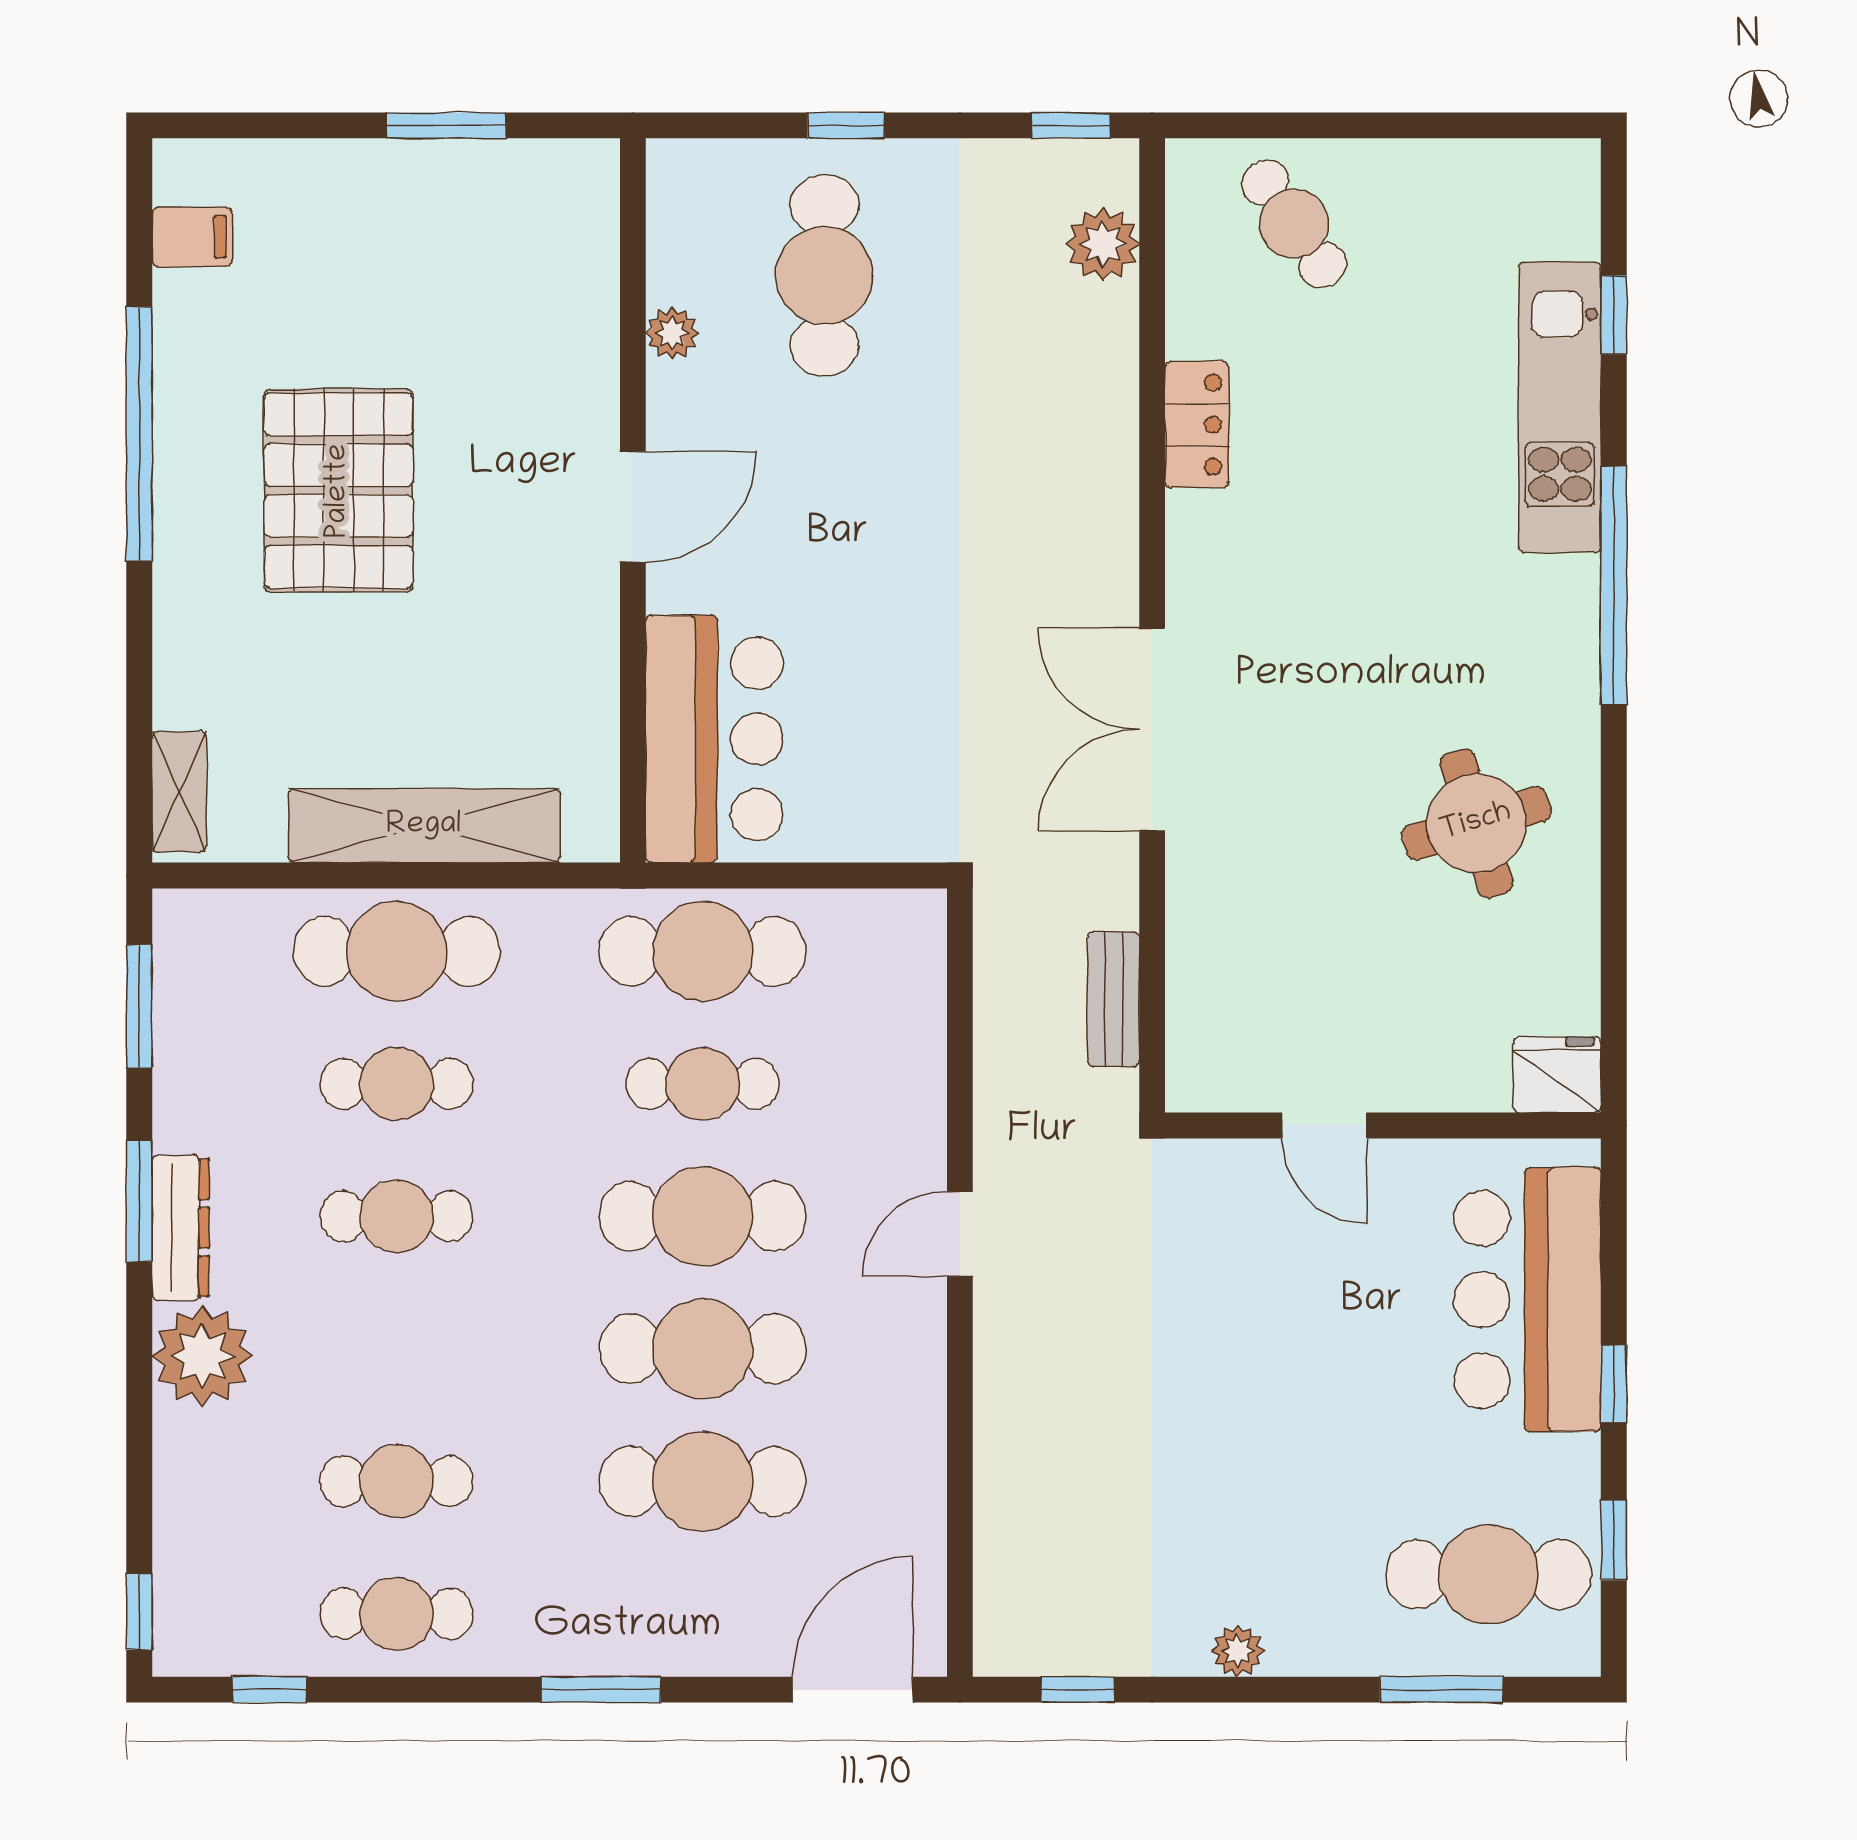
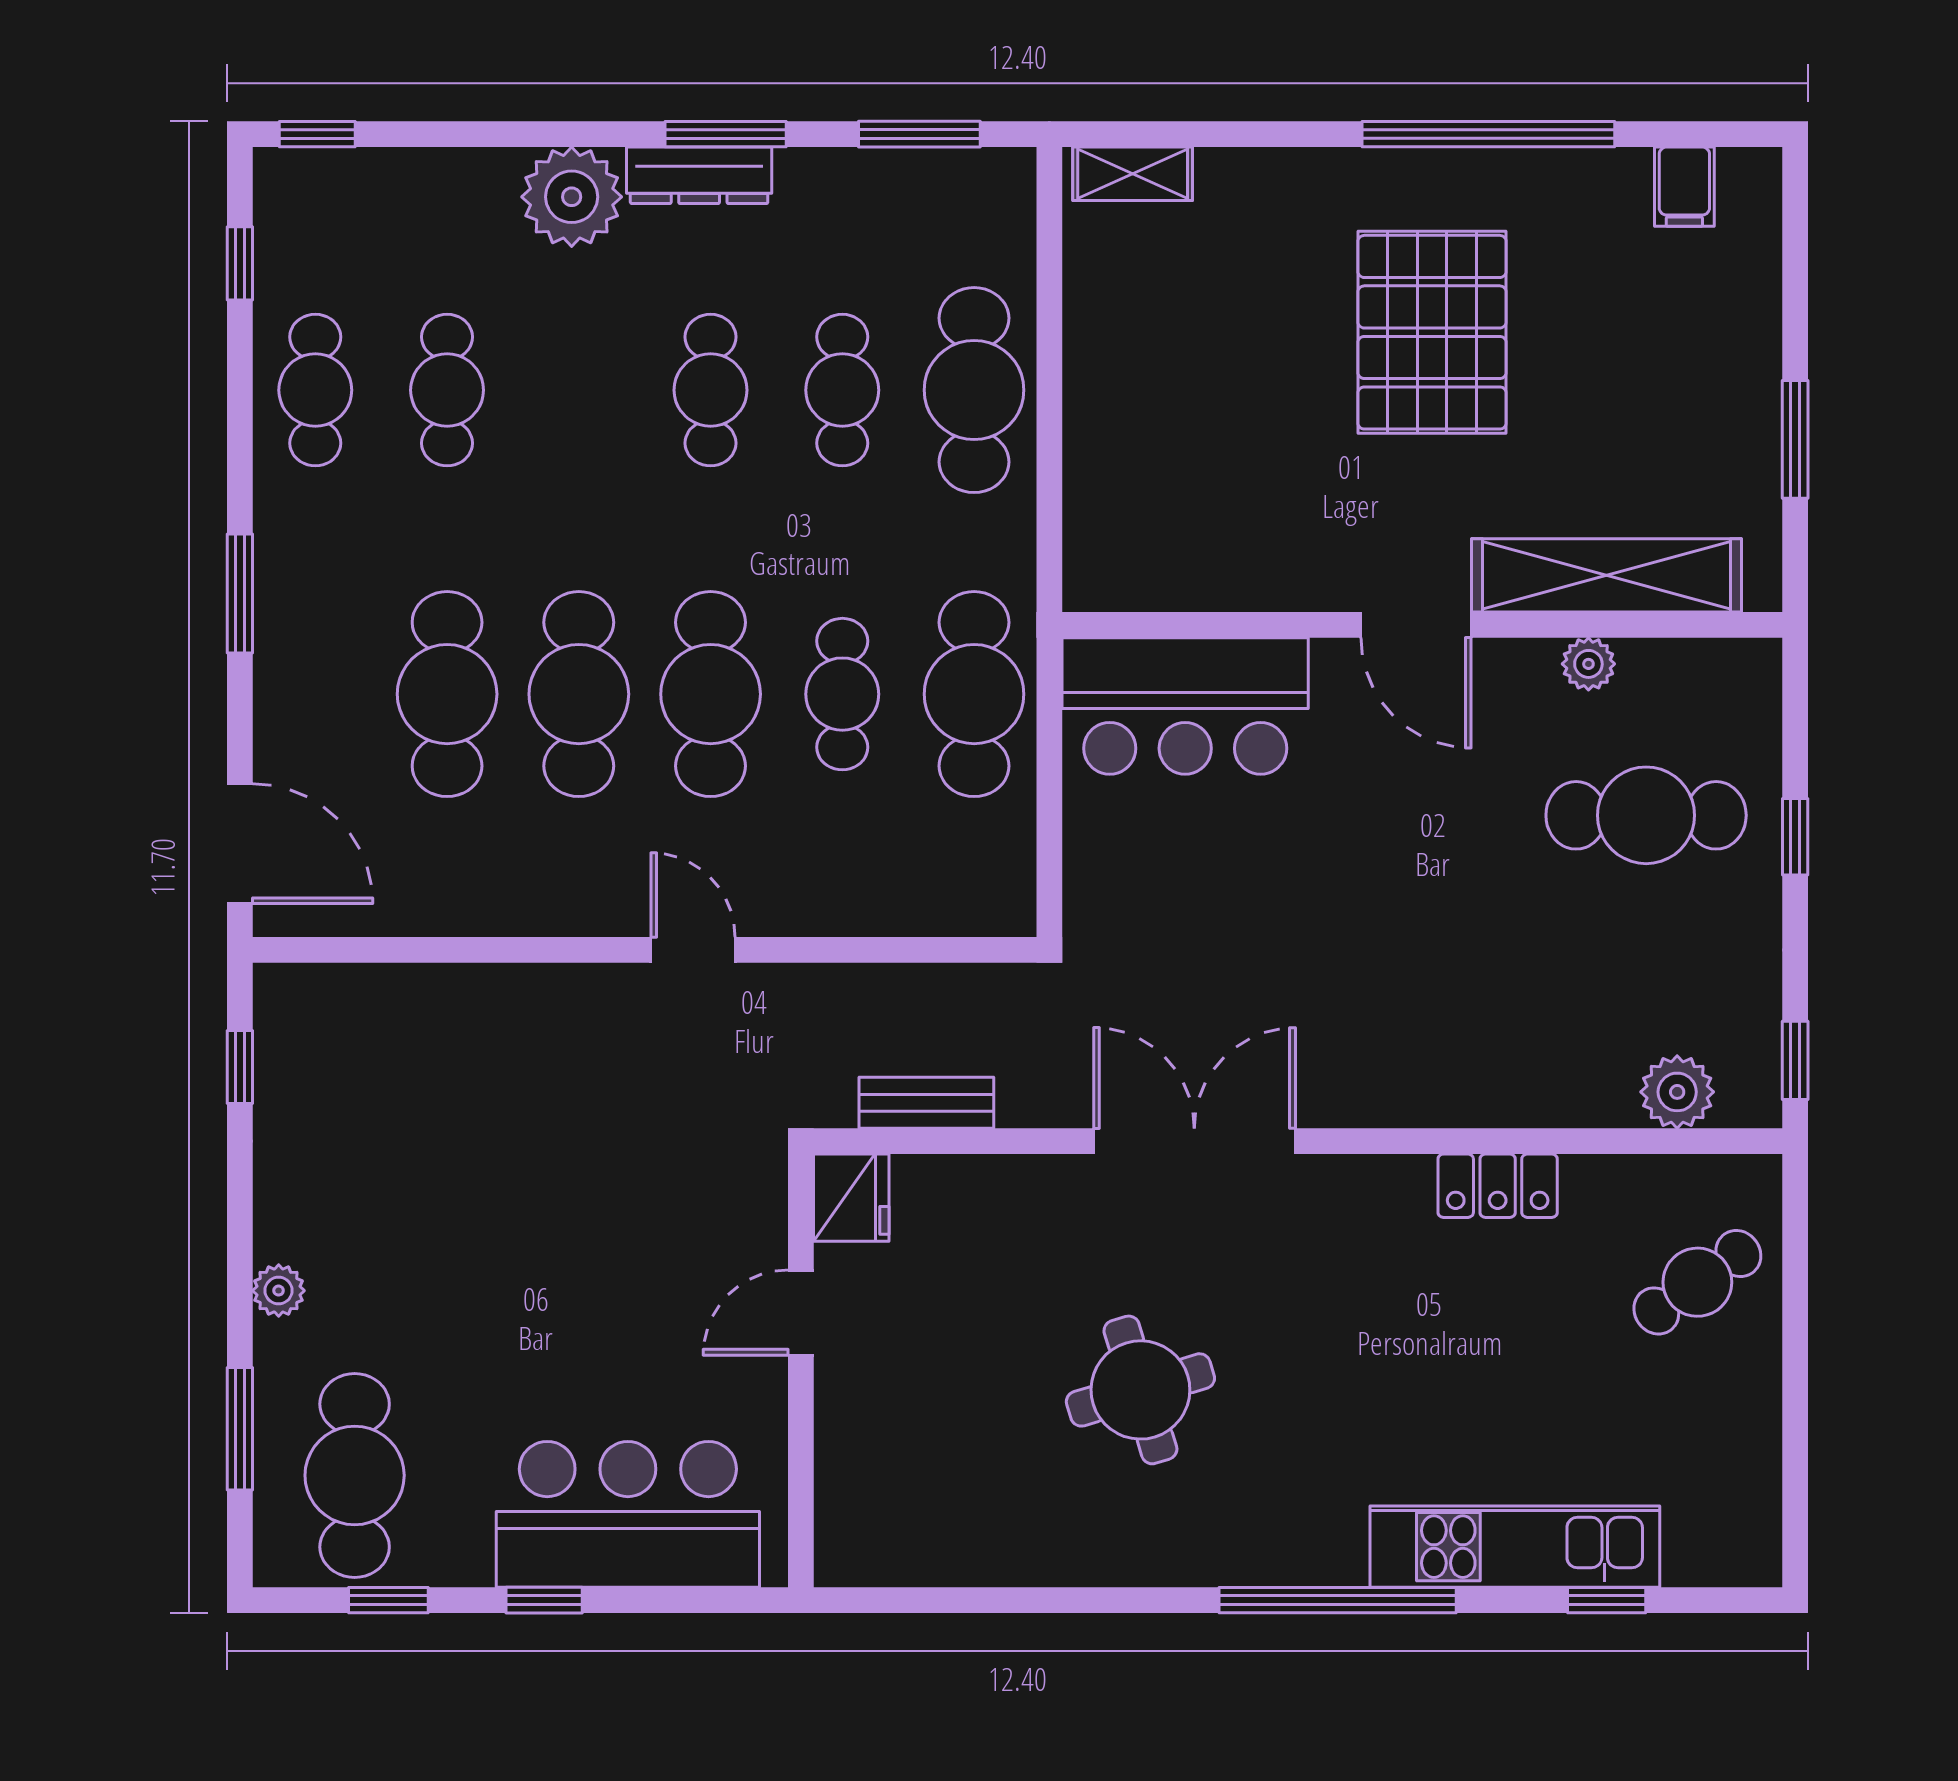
pallet: (339, 491) -> (1432, 332), turned 90
round table: (1476, 823) -> (1140, 1390), moved
shelving: (424, 826) -> (1606, 575), moved, turned 90
fridge: (1557, 1075) -> (851, 1198), moved
plant: (1238, 1651) -> (279, 1291), moved

